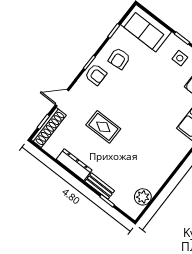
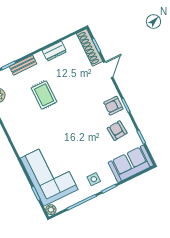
rug: (103, 127) -> (44, 95), moved, turned 90
dresser: (74, 165) -> (54, 51), width x0.70

